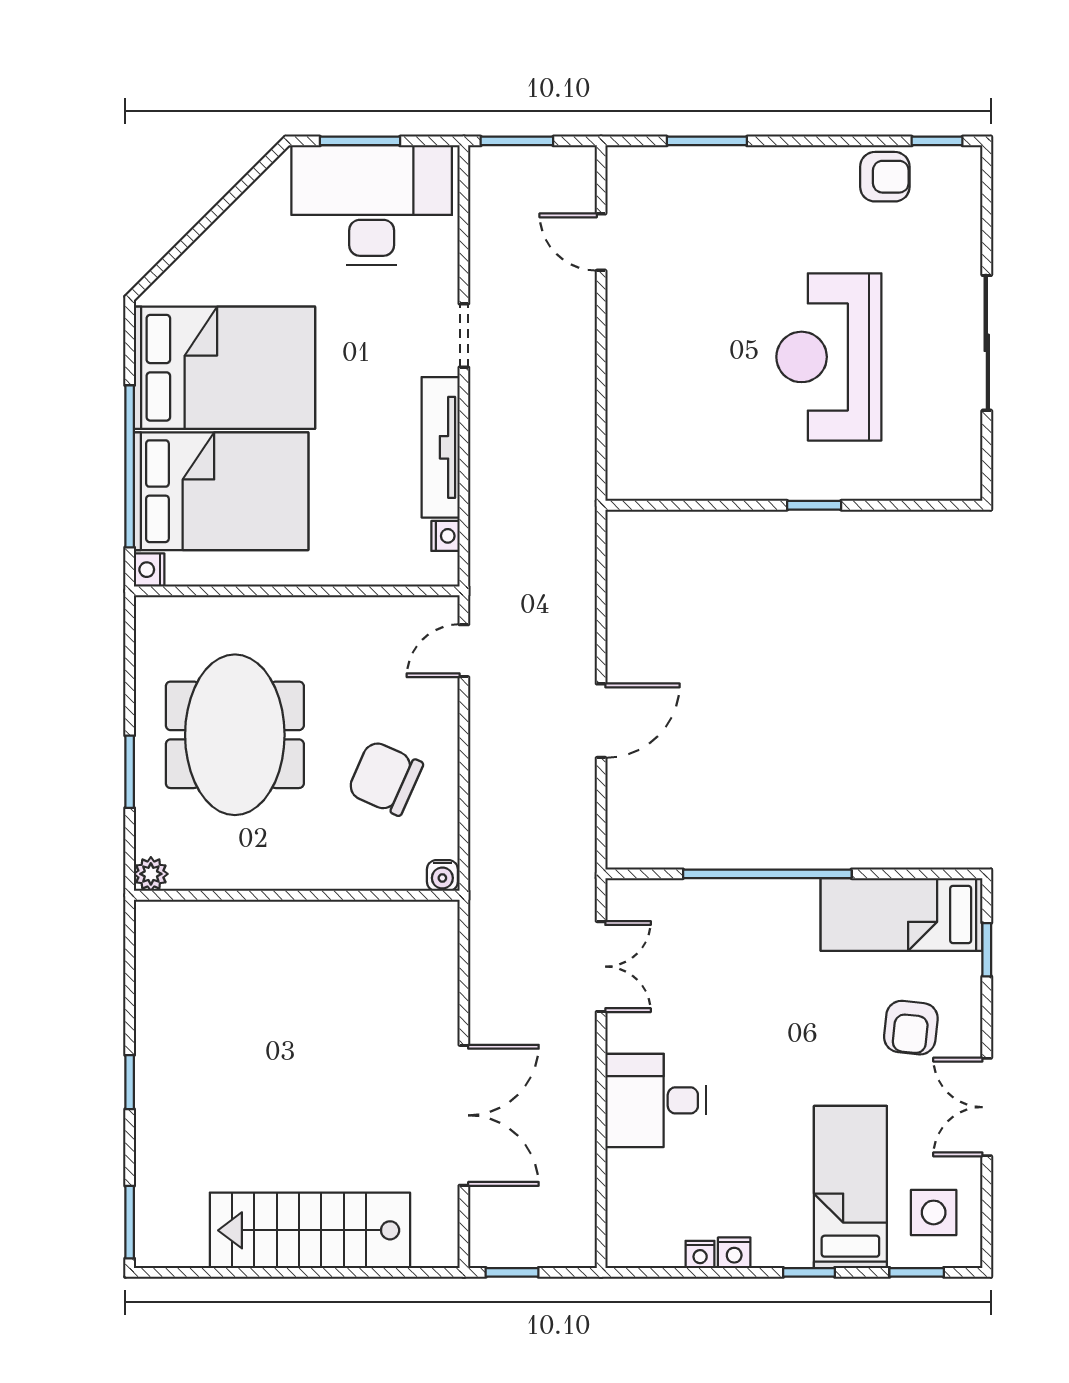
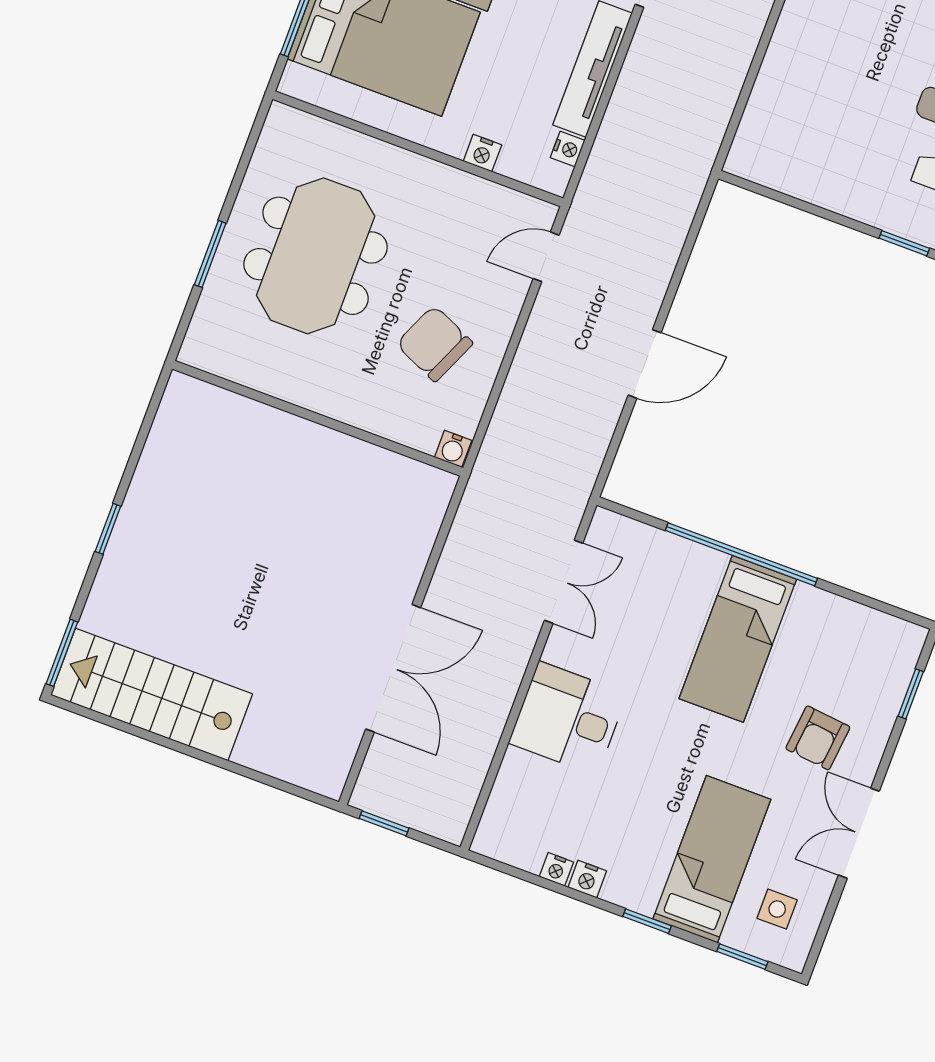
nightstand: (149, 570) -> (482, 153), moved, turned -90
plant: (151, 874) -> (195, 351), removed
bed: (902, 914) -> (738, 639), moved, turned -90
side table: (934, 1212) -> (777, 909), width x0.73, depth x0.73
stairs: (310, 1230) -> (152, 694), moved

